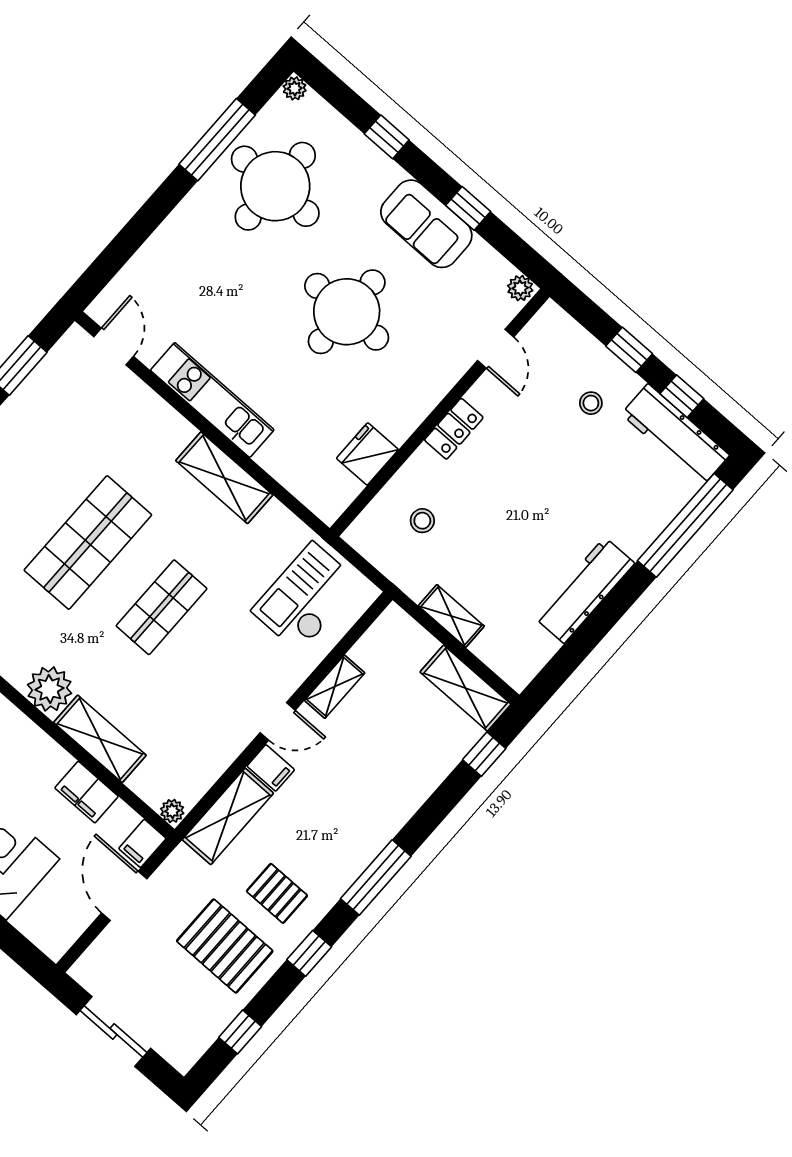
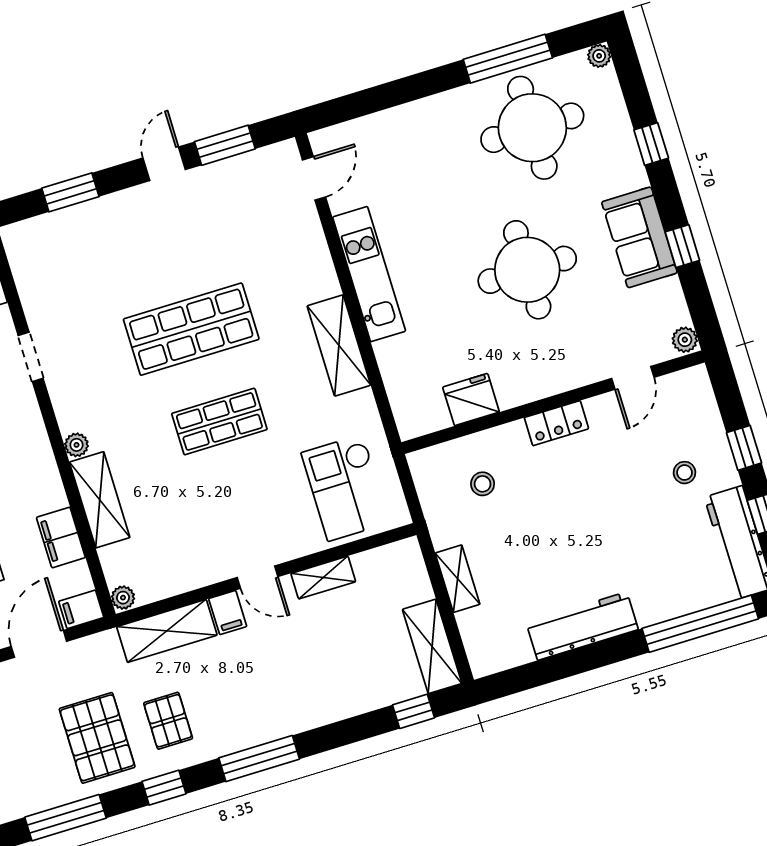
checkout: (306, 597) -> (345, 488), turned -90
plant: (50, 689) -> (76, 445), width x0.53, depth x0.53
window: (240, 1032) -> (66, 818), width x2.17

